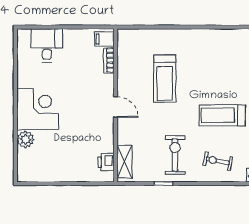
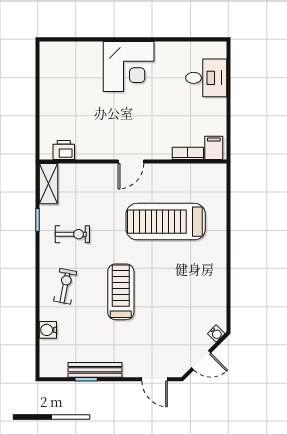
treadmill: (165, 79) -> (166, 222), width x1.37, depth x1.38
plant: (25, 139) -> (91, 52), removed
exercise bike: (175, 155) -> (72, 234), width x0.73, depth x0.72
shelving: (125, 162) -> (49, 184), moved, turned 90

